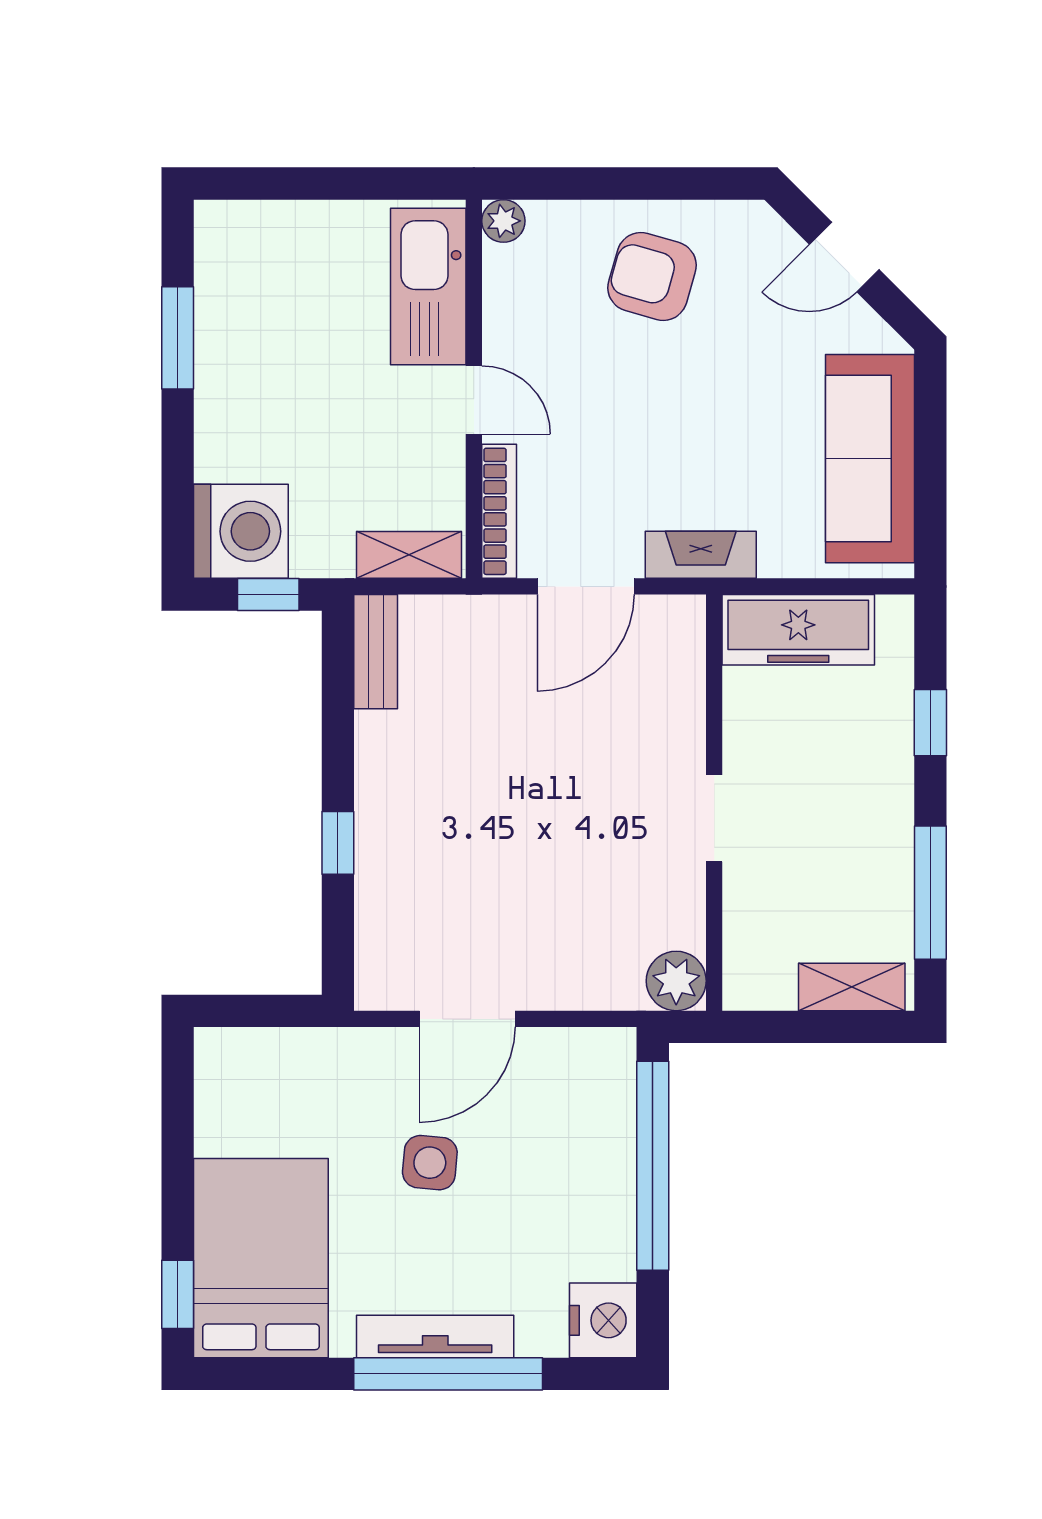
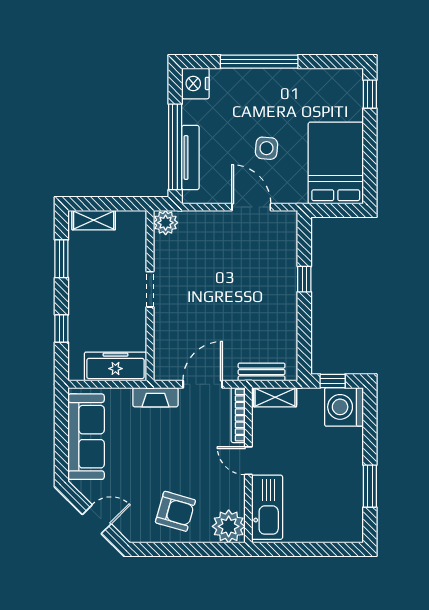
plant: (503, 221) -> (229, 526), width x1.87, depth x1.87
bench: (376, 652) -> (262, 372), moved, turned 90
window: (930, 893) -> (61, 259), width x0.69
door: (467, 1019) -> (251, 207), hinge flipped
bed: (261, 1258) -> (336, 163), moved, turned 180
tv unit: (435, 1336) -> (190, 158), moved, turned -90

